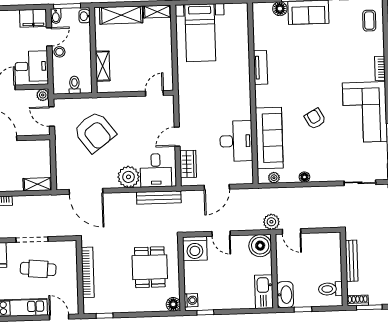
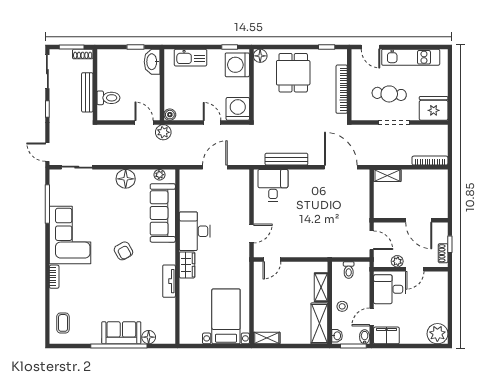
shelving: (121, 15) -> (319, 323), moved, turned 90
stool: (59, 52) -> (342, 306), moved
plant: (43, 95) -> (397, 261), moved
armchair: (315, 119) -> (123, 251), moved
armchair: (95, 132) -> (331, 224), removed
door: (177, 137) -> (251, 233), moved
desk: (236, 141) -> (195, 231), moved
wardrobe: (188, 164) -> (187, 265), moved, turned 180
plant: (129, 177) -> (299, 180), removed
floor lamp: (304, 177) -> (126, 179), width x1.89, depth x1.89
bench: (159, 197) -> (286, 159), moved
boiler: (260, 246) -> (170, 115), width x0.54, depth x0.54
dining table: (150, 267) -> (293, 73), moved
toilet: (331, 289) -> (108, 98), moved
kitchen sink: (264, 292) -> (191, 58), moved, turned 90
washing machine: (191, 300) -> (237, 65), width x1.89, depth x1.89

